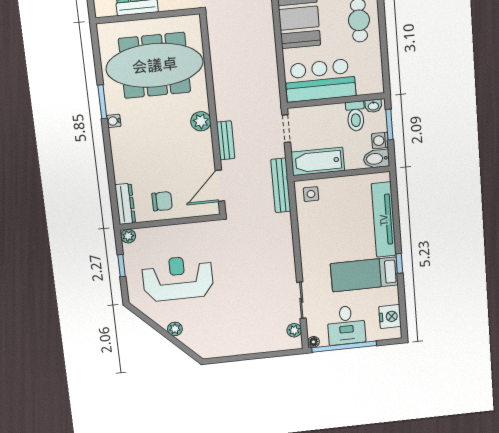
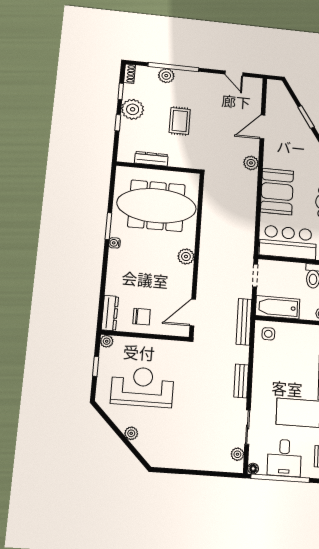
bench: (226, 140) -> (241, 381), moved

